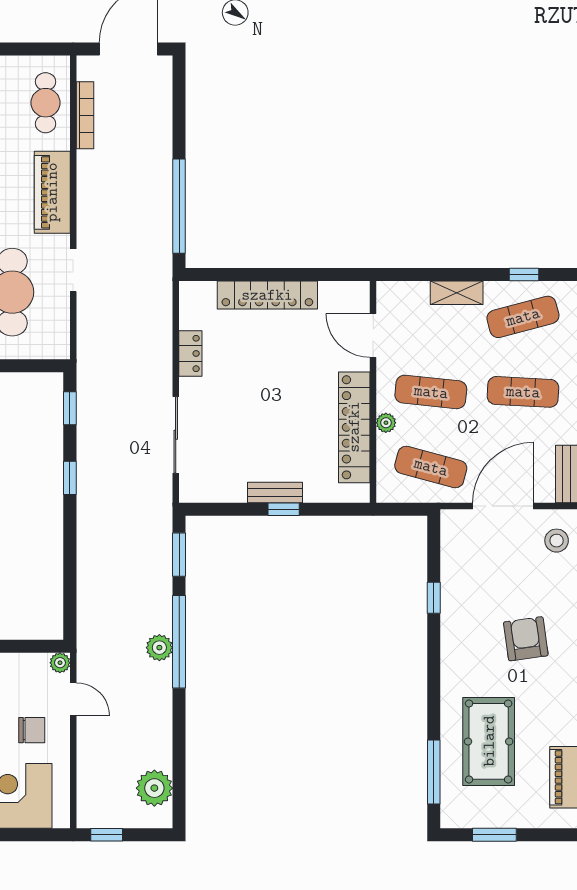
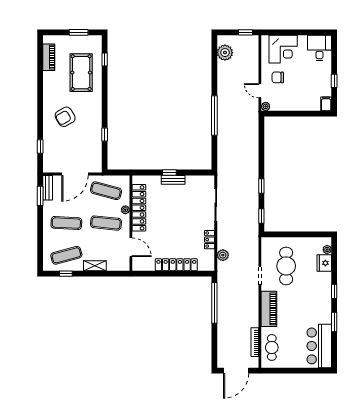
stool: (557, 541) -> (52, 159), removed
window: (179, 555) -> (214, 153), removed
armchair: (526, 639) -> (65, 117), turned 68
plant: (159, 648) -> (223, 255), moved
window: (434, 772) -> (105, 59), width x0.46

